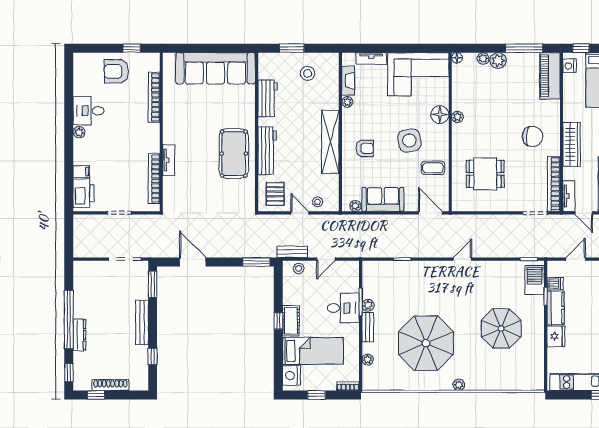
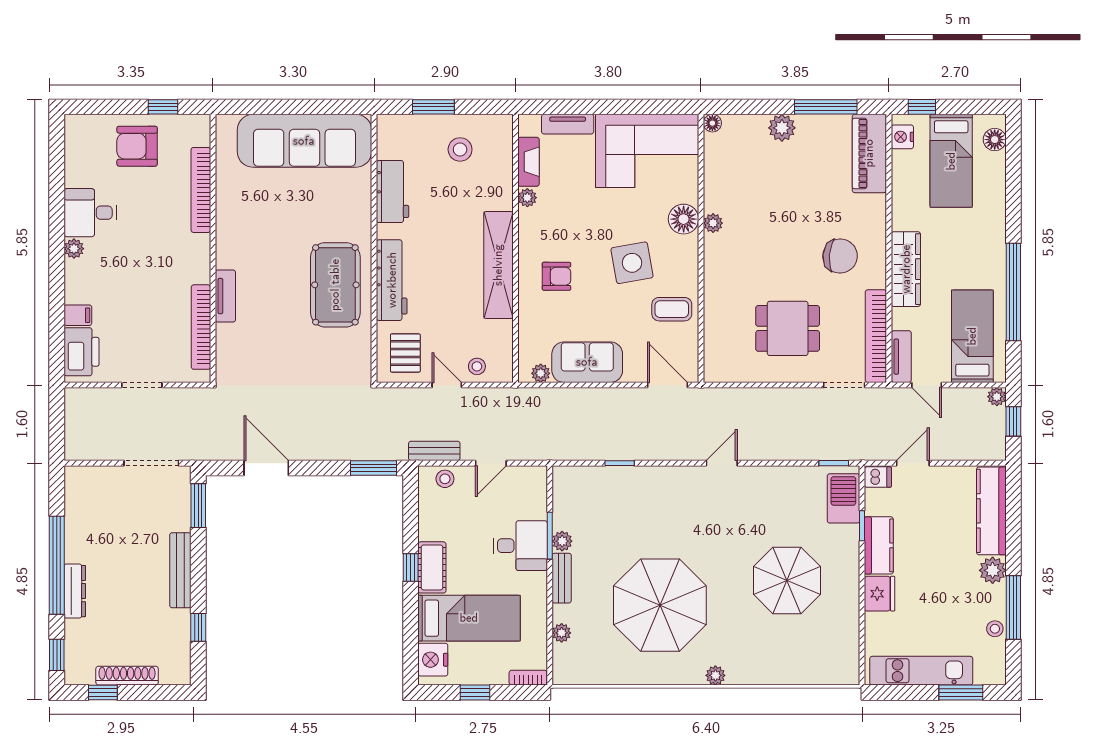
plant: (483, 58) -> (756, 124), removed
dining table: (485, 174) -> (788, 328), moved
dishwasher: (555, 284) -> (878, 477), moved

